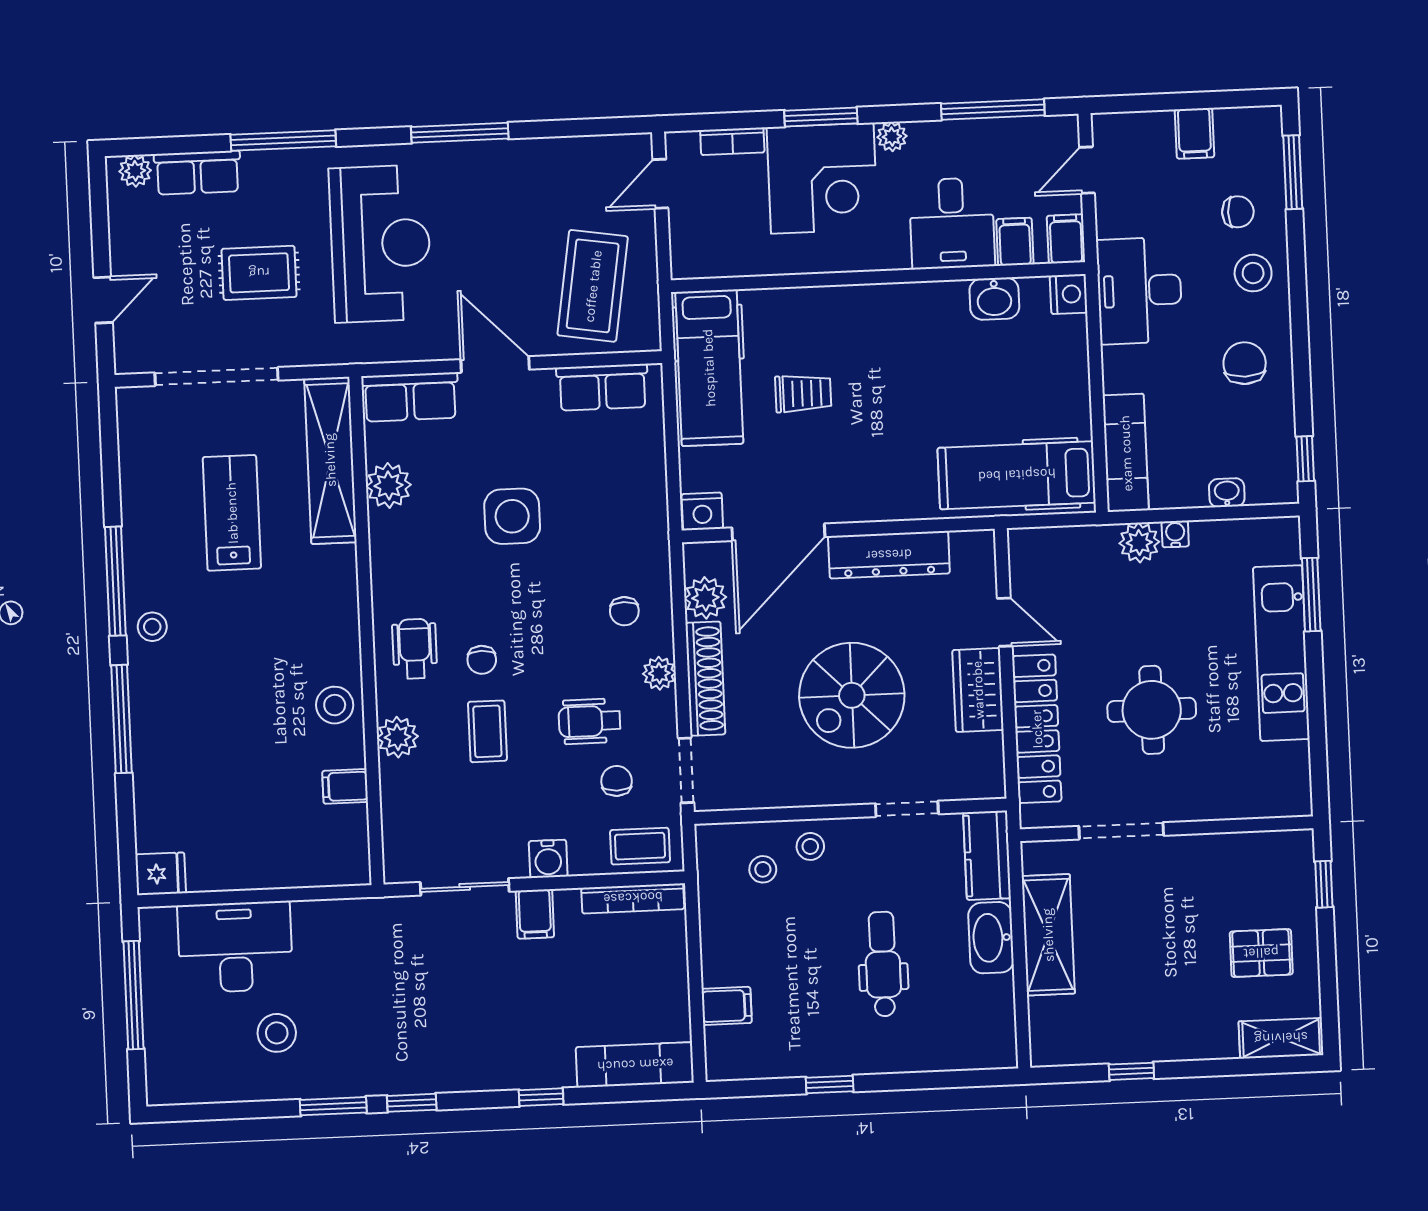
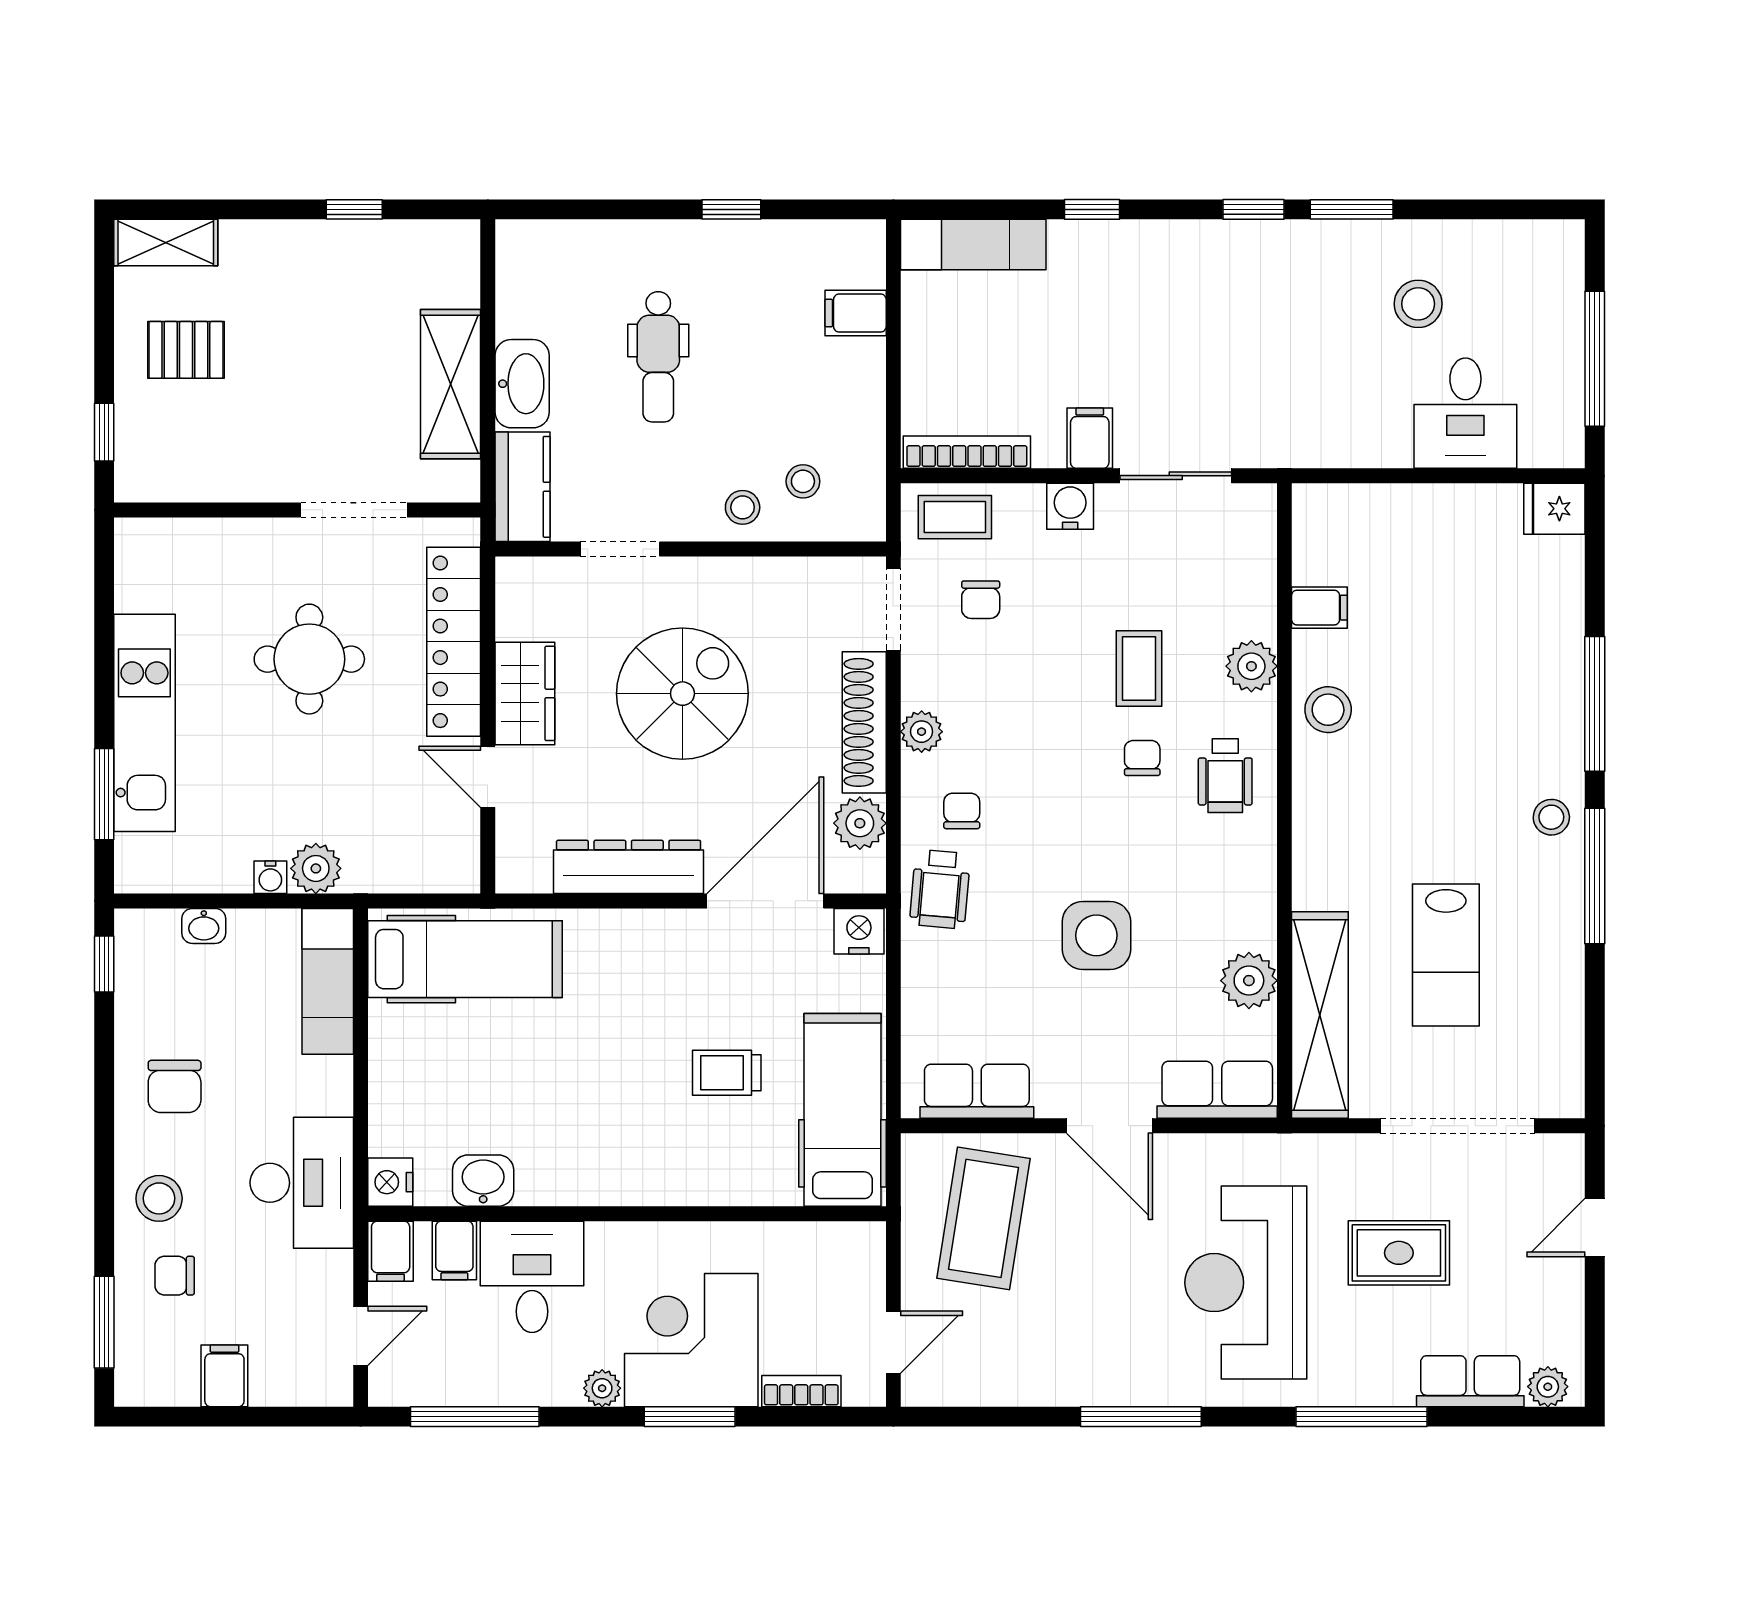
wheelchair: (590, 721) -> (940, 889), moved, turned 95
desk: (235, 947) -> (1465, 413), width x0.73

